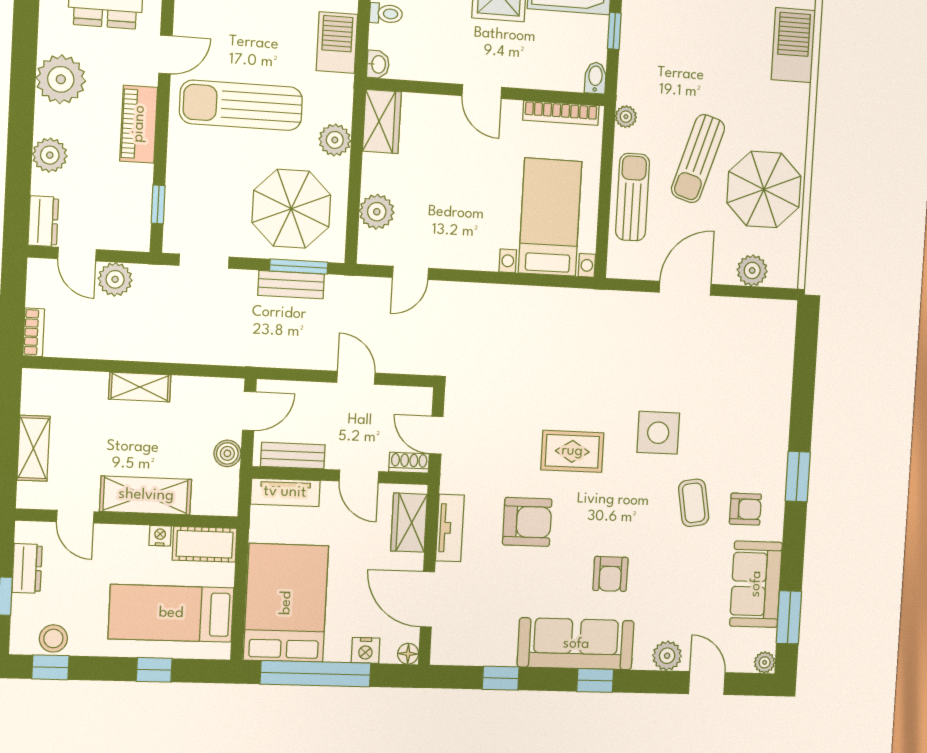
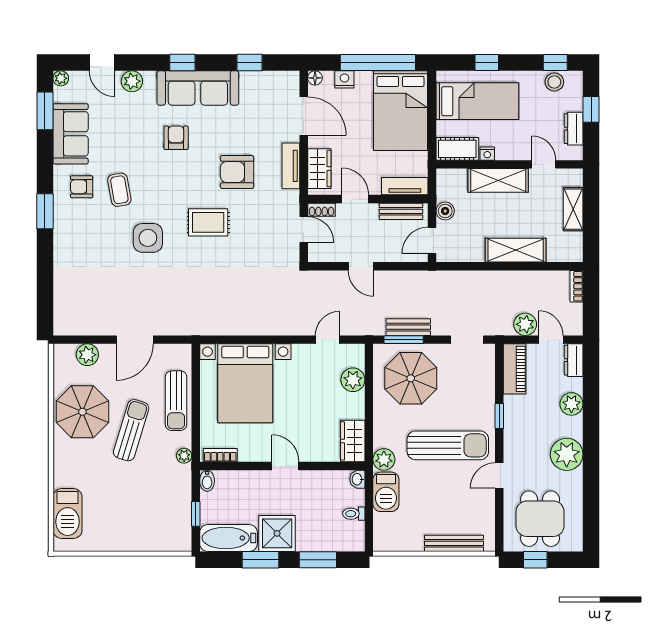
bookcase: (561, 113) -> (220, 455), width x0.64
piano: (139, 124) -> (515, 369), moved
plant: (335, 140) -> (384, 459), moved
window: (158, 204) -> (499, 416), moved
bed with nightstands: (550, 217) -> (245, 383), width x1.36
shelving: (140, 387) -> (516, 250), width x1.50, depth x1.33

